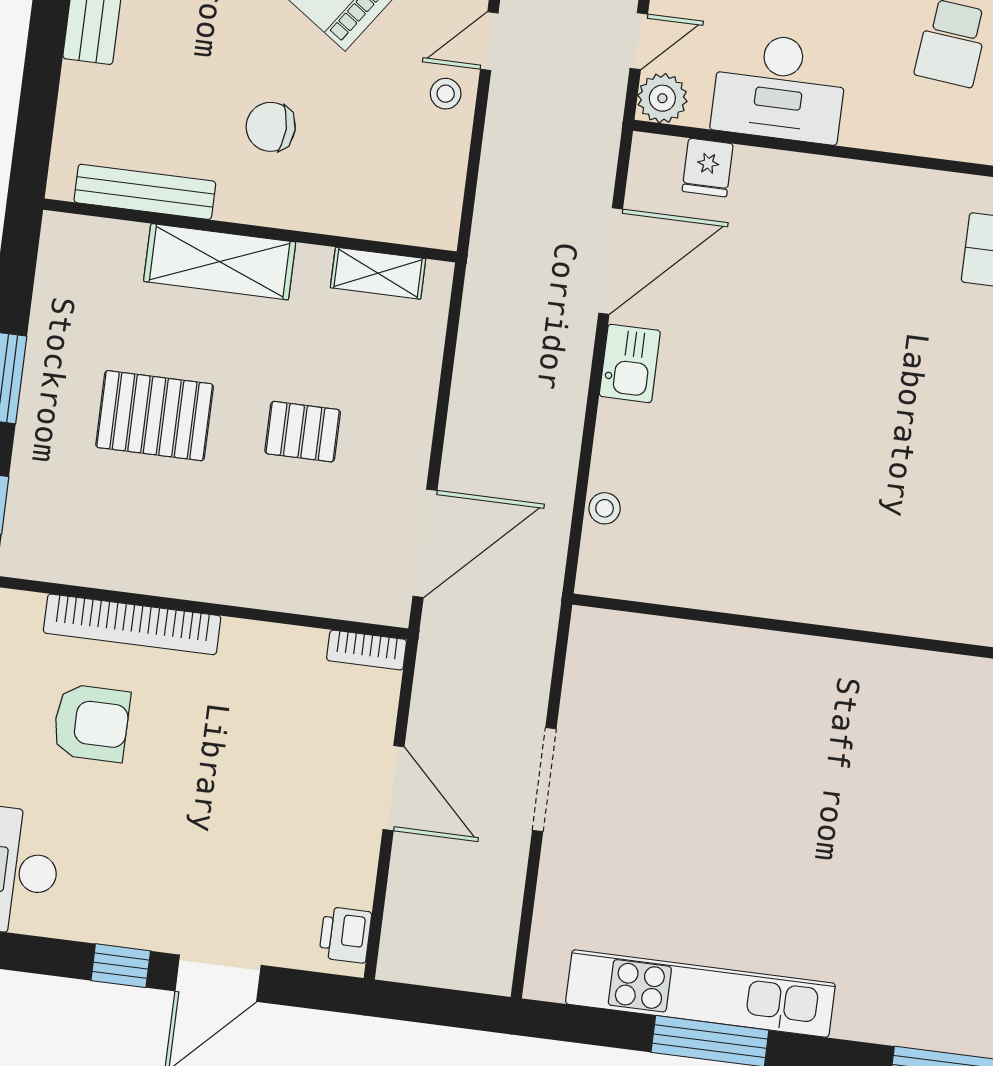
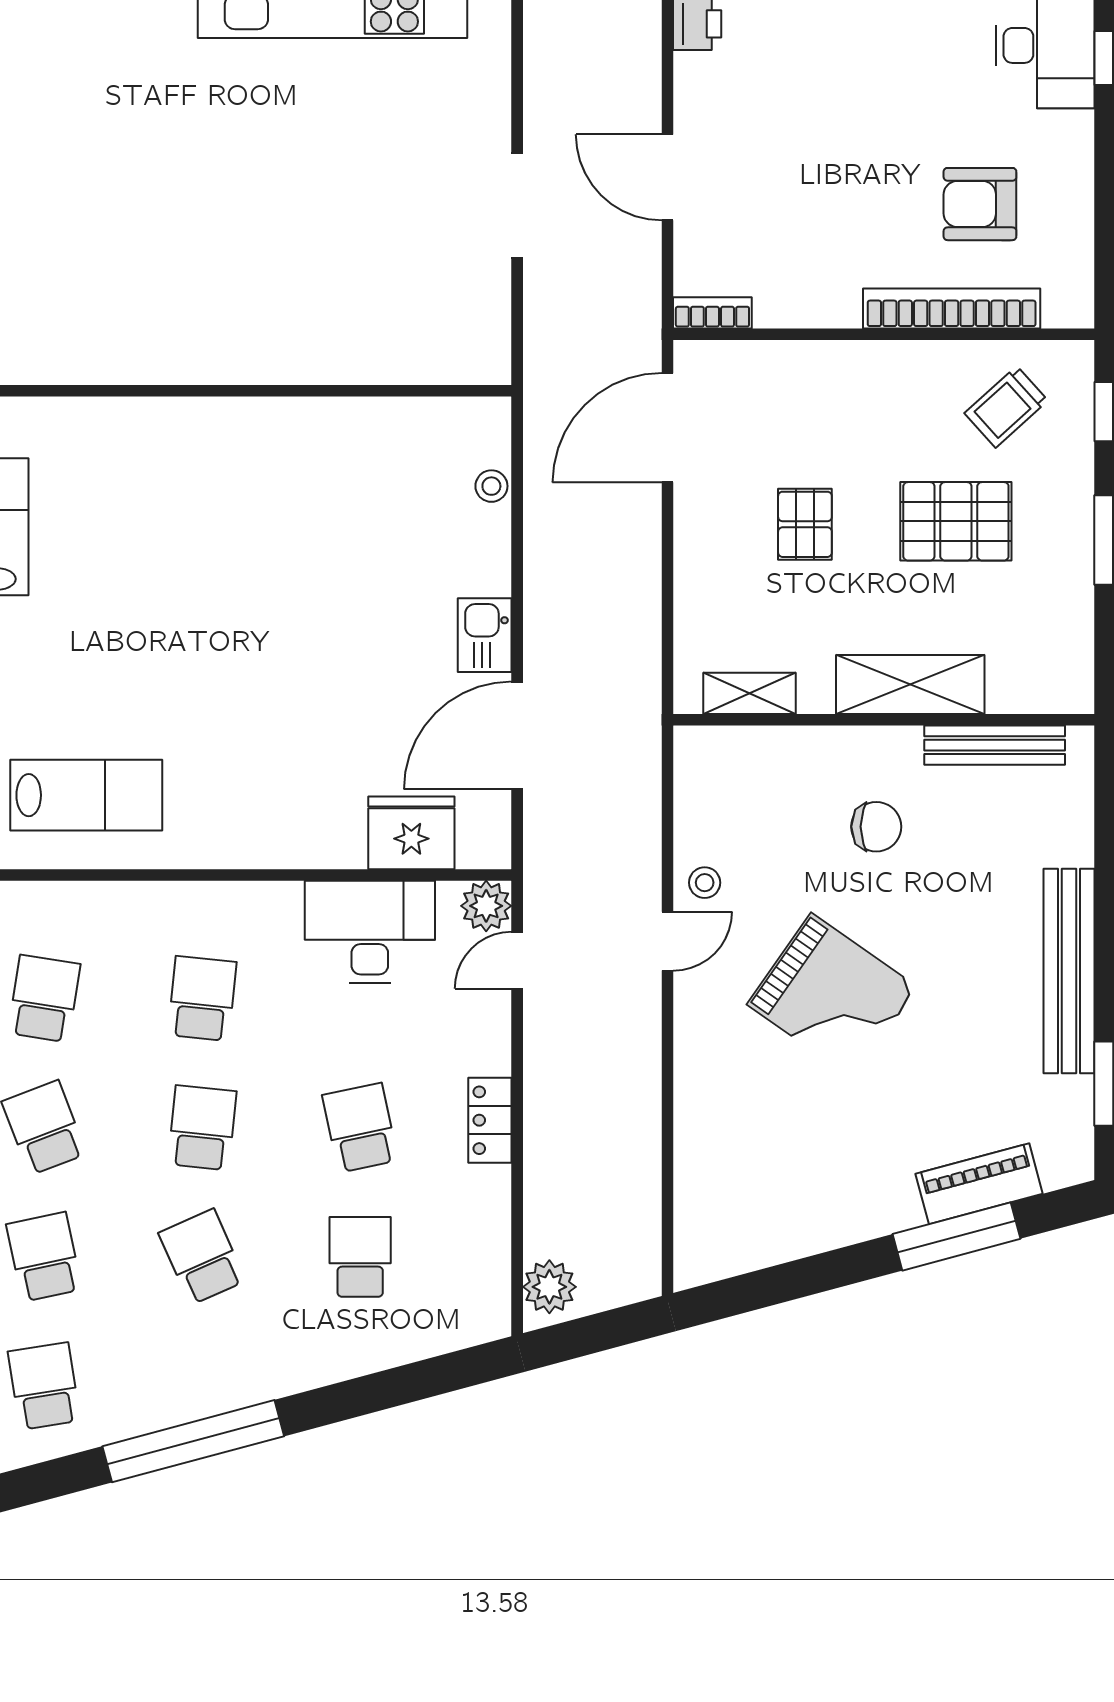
fridge: (708, 168) -> (411, 833), width x1.88, depth x1.34
pallet: (303, 432) -> (805, 524), turned 90
trolley: (91, 521) -> (1006, 407), added

